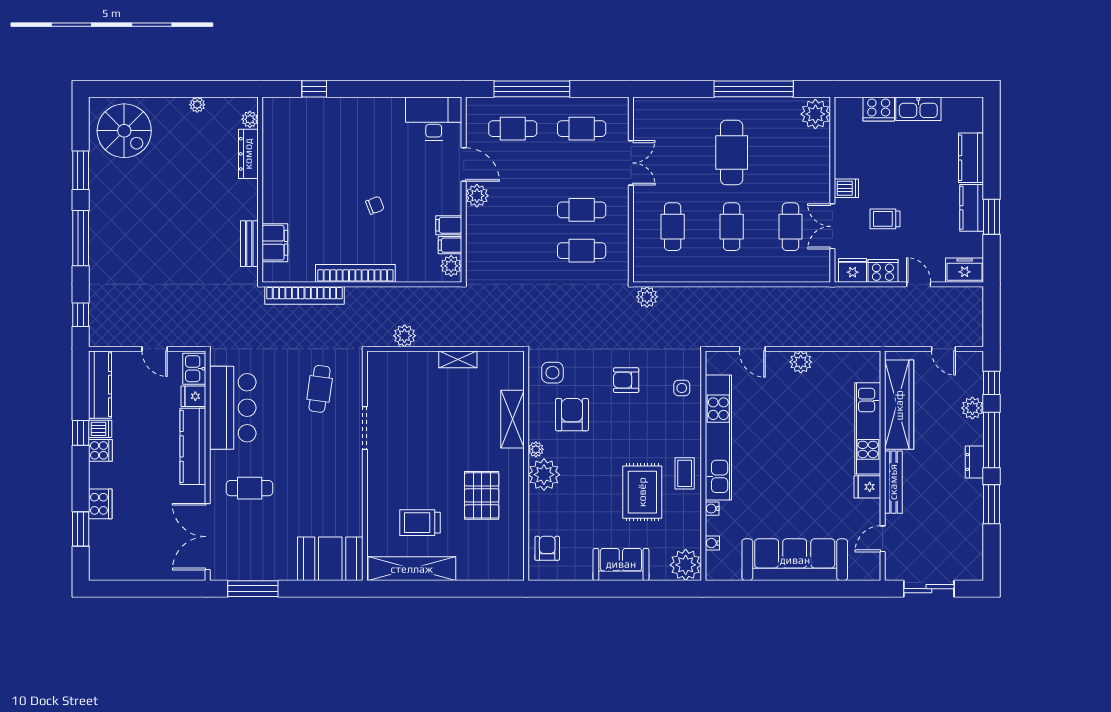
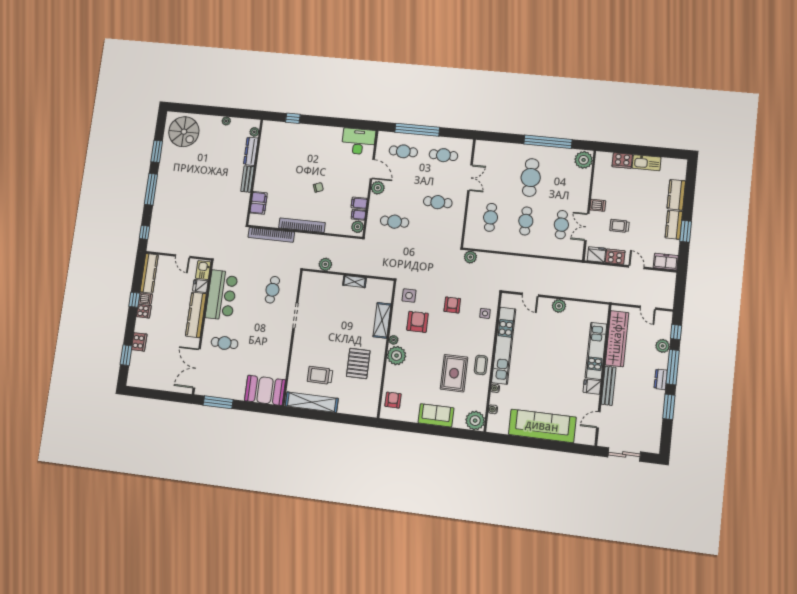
bench: (249, 244) -> (247, 179), moved
cafe table: (582, 251) -> (395, 222), moved
armchair: (626, 380) -> (452, 305), turned 90

